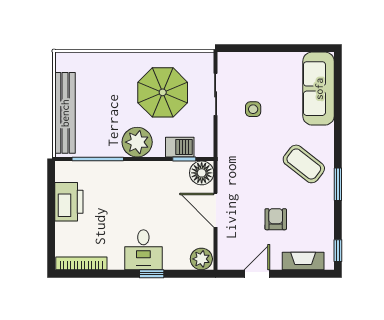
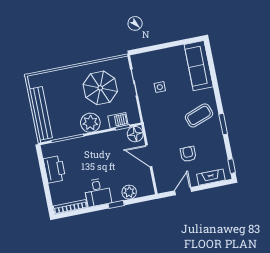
coffee table: (304, 164) -> (199, 115), turned -58
desk: (143, 250) -> (98, 192), moved
plant: (201, 259) -> (129, 192), moved

